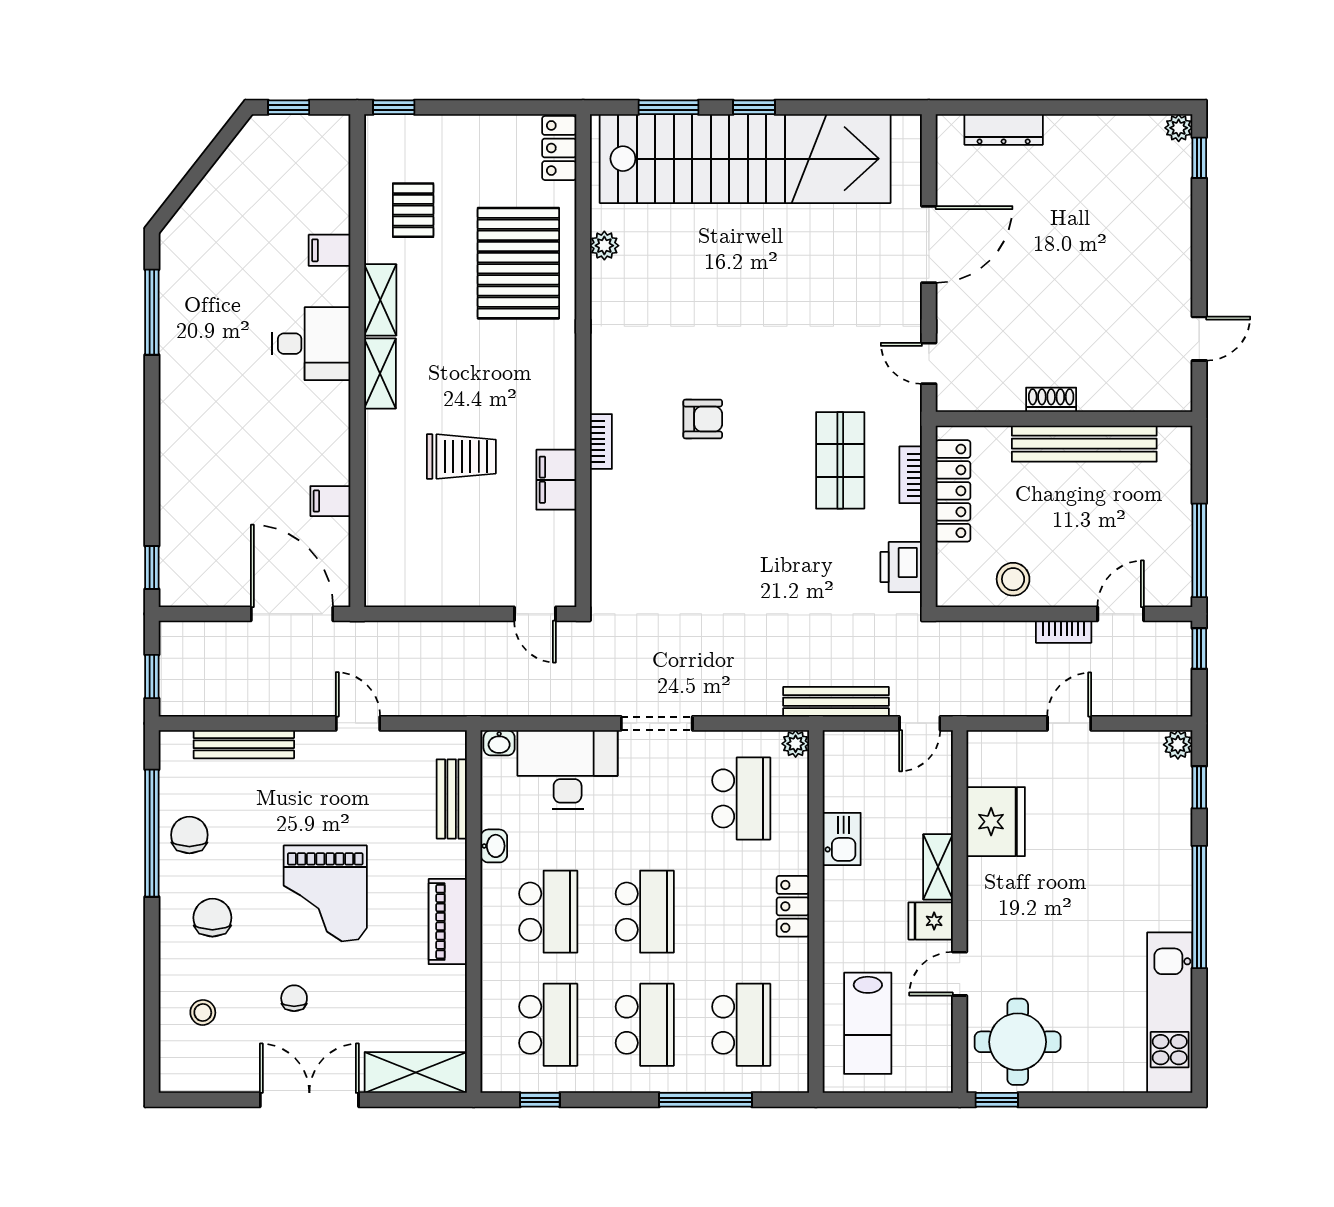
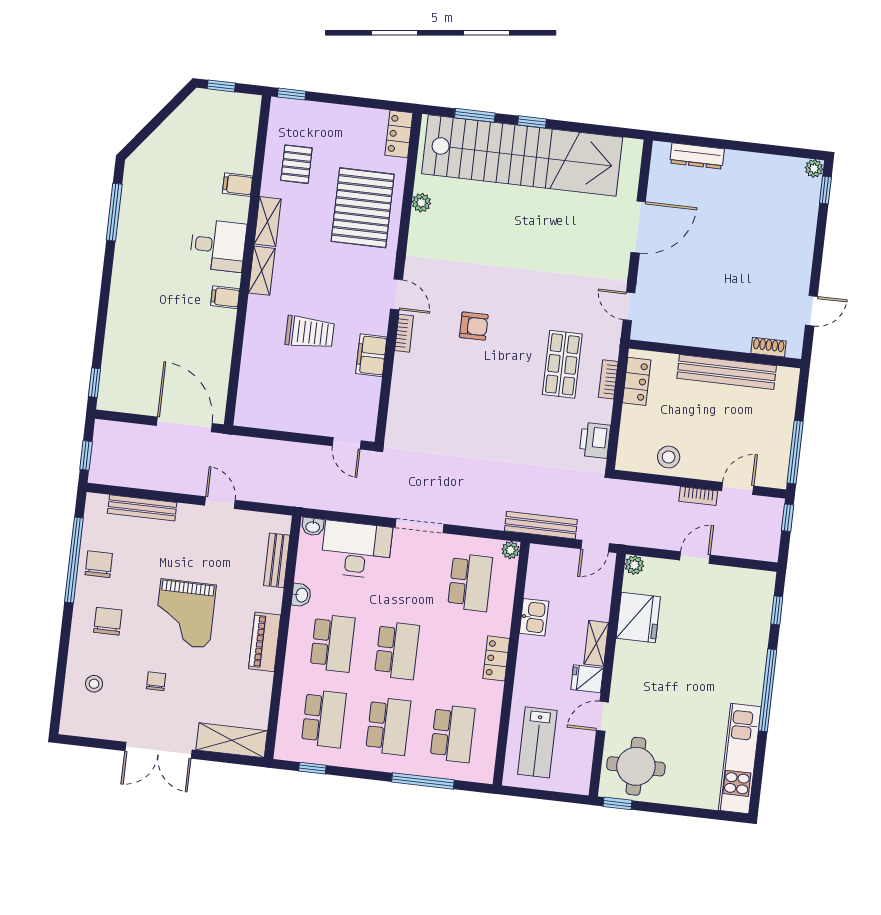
door: (583, 385) -> (396, 294), added
shoe rack: (1051, 400) -> (769, 347), moved
locker: (953, 491) -> (637, 381), width x0.66
filing cabinet: (330, 501) -> (225, 297), moved
plant: (1178, 745) -> (634, 565), moved
double door: (309, 1100) -> (158, 750), swing flipped

